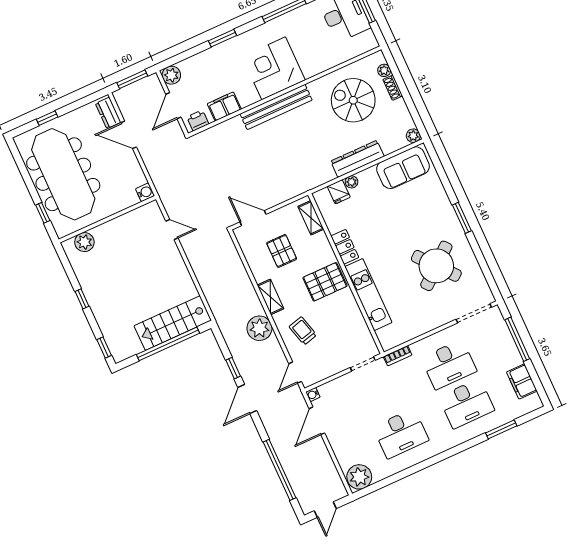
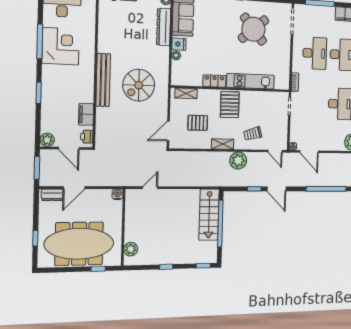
corner desk: (274, 68) -> (61, 46), moved, turned 180
spiral stairs: (353, 100) -> (139, 85), moved
dresser: (357, 159) -> (164, 27), moved
fridge: (339, 192) -> (179, 44), moved

